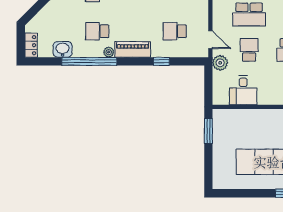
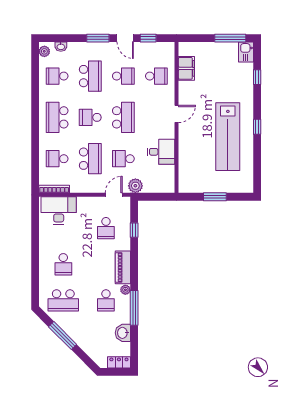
window: (89, 61) -> (134, 308), width x0.68
window: (161, 61) -> (134, 230), moved
desk: (243, 90) -> (161, 152), moved
window: (208, 131) -> (215, 197), moved

